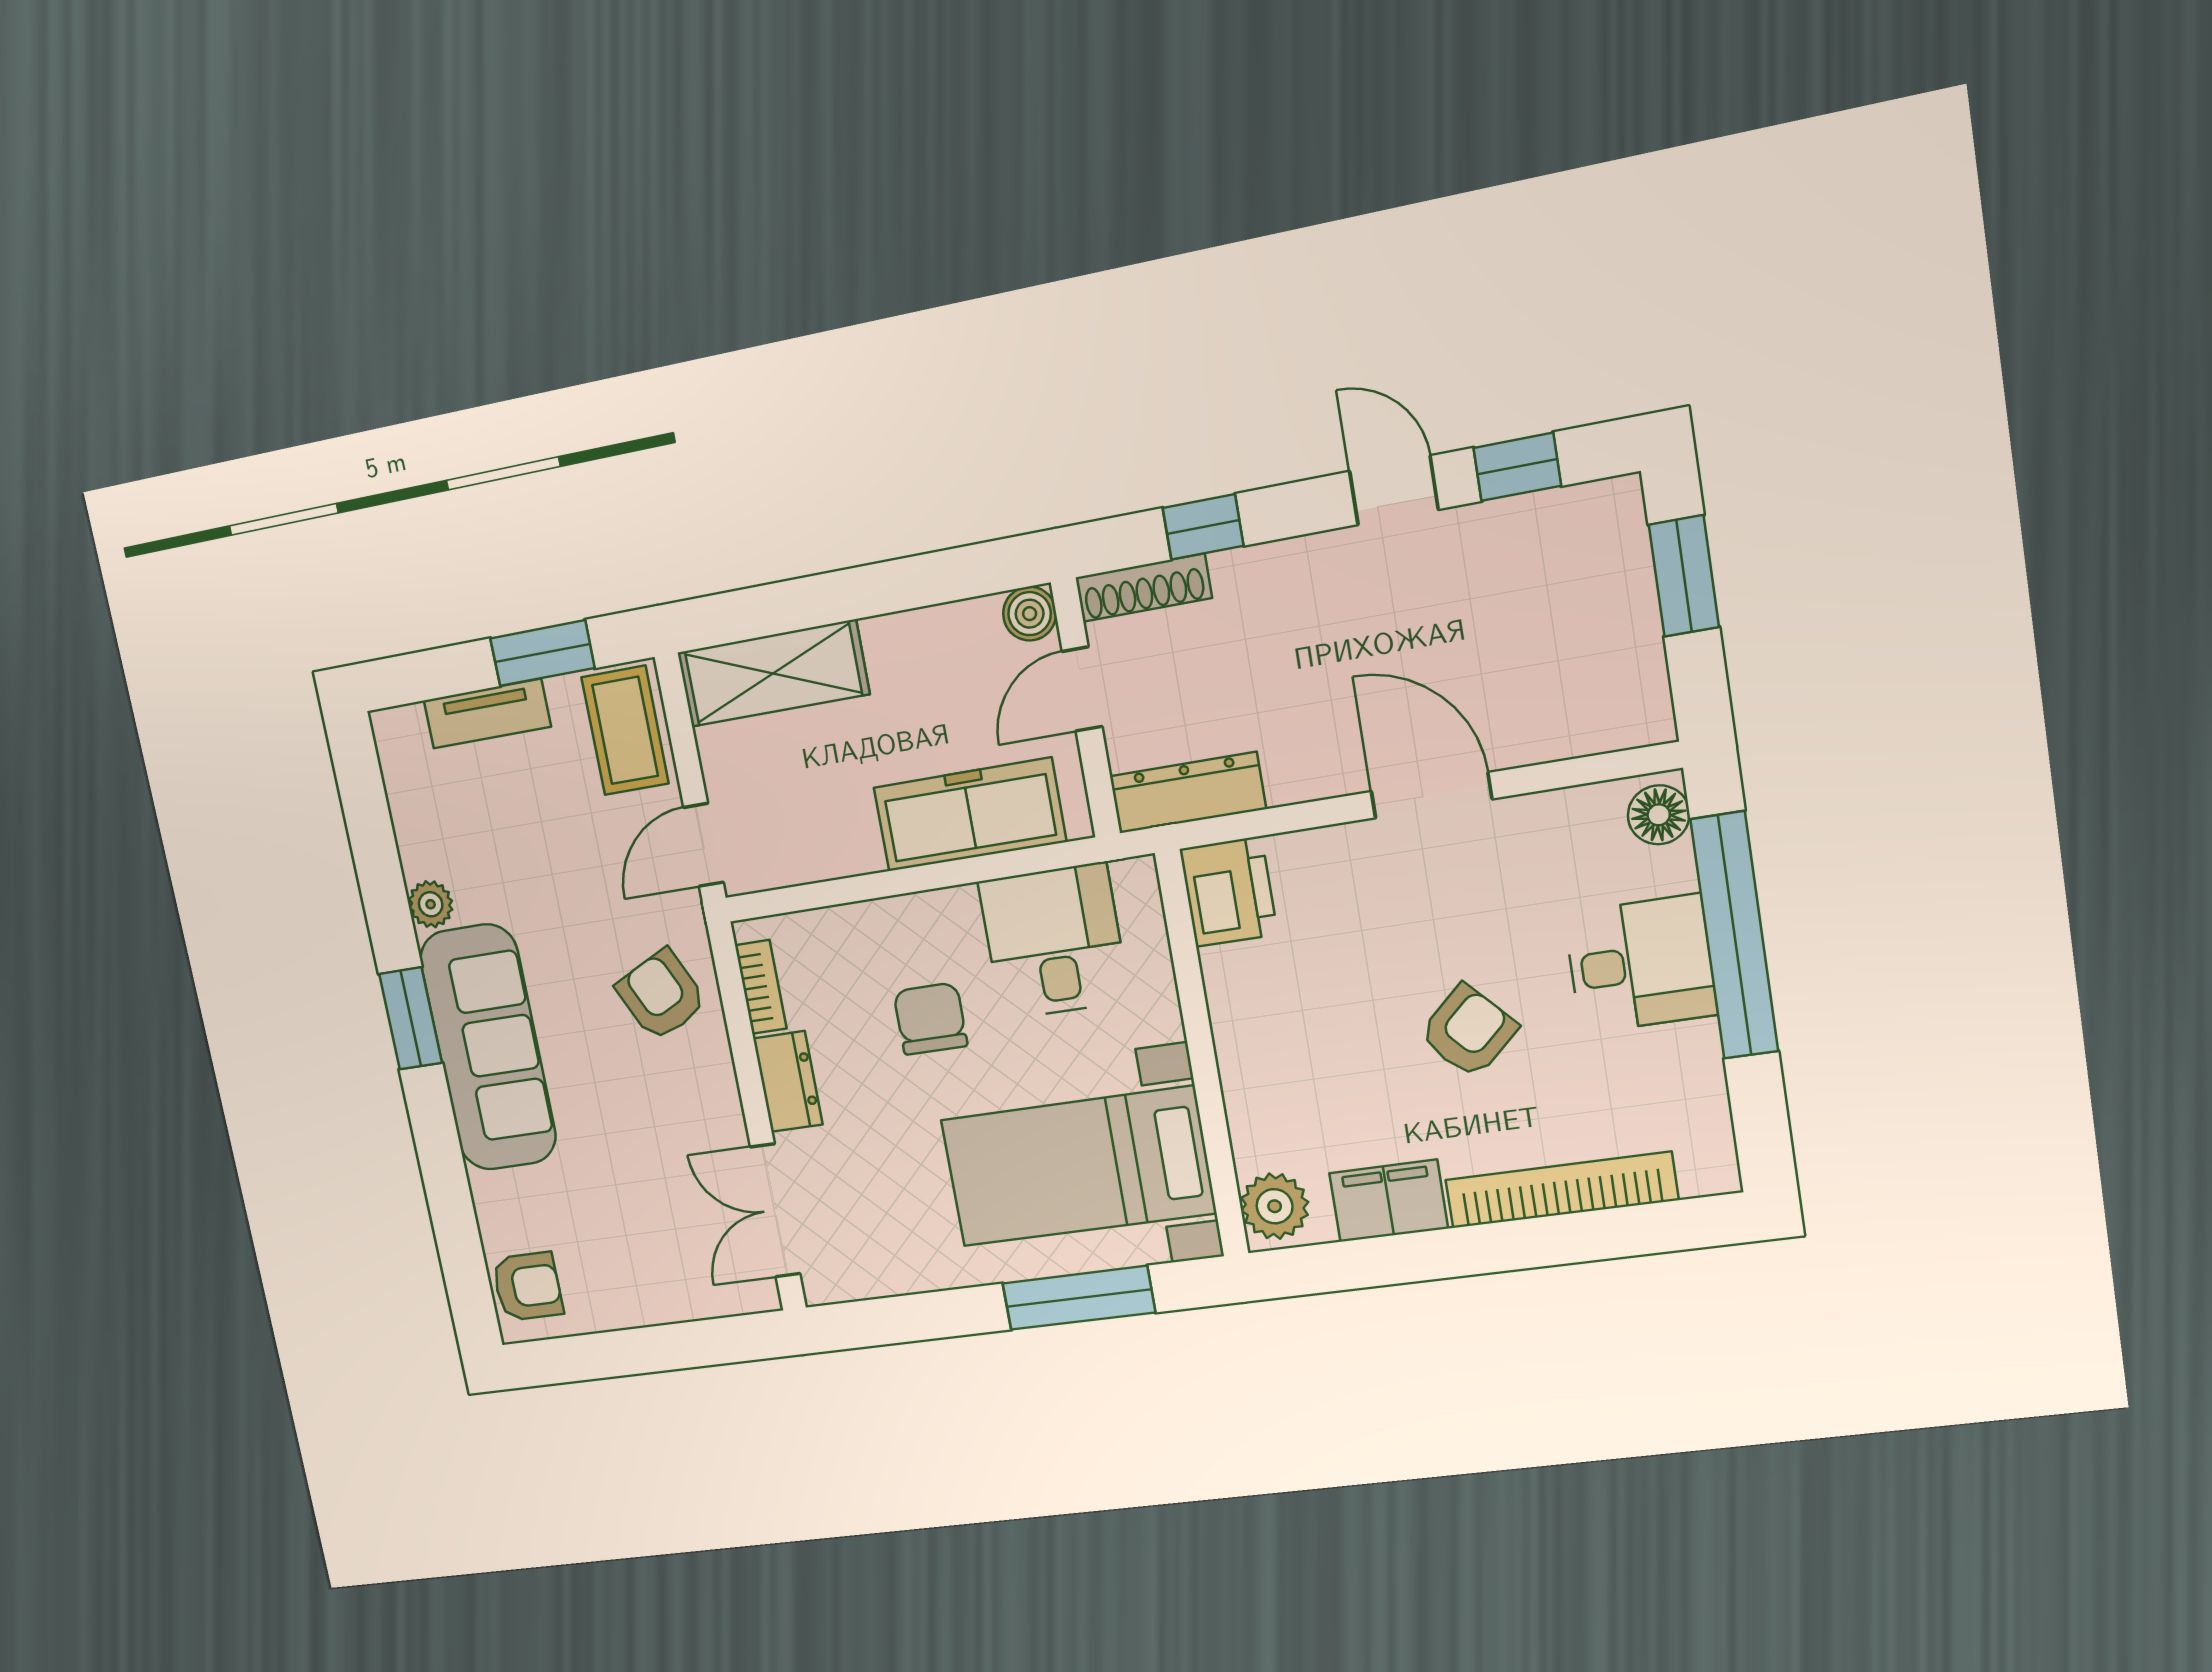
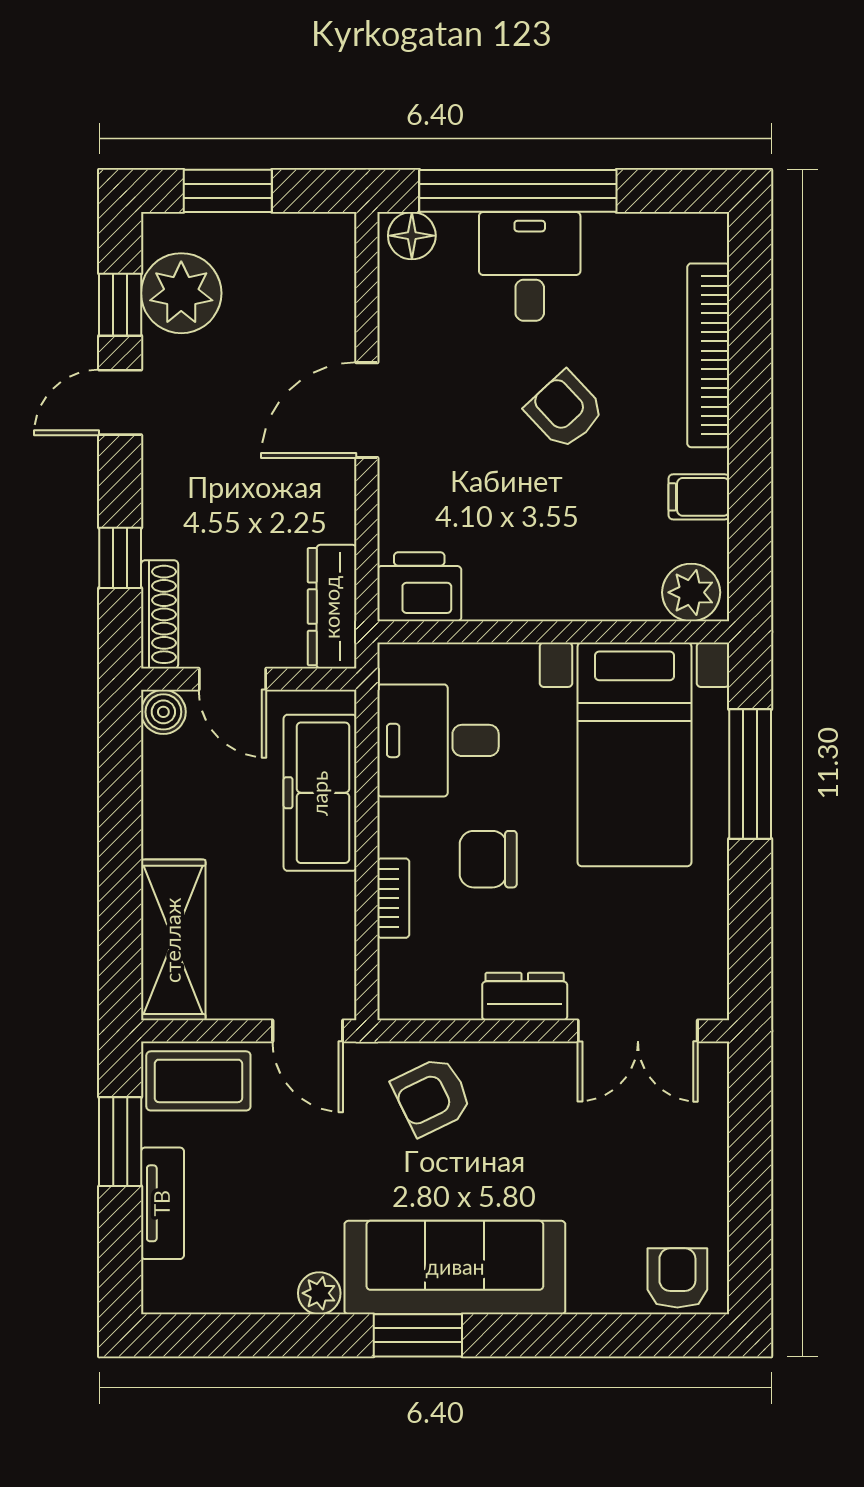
plant: (1543, 541) -> (181, 293), added
bookcase: (761, 987) -> (393, 898), moved, turned 90
filing cabinet: (1389, 1201) -> (699, 497), width x0.50

